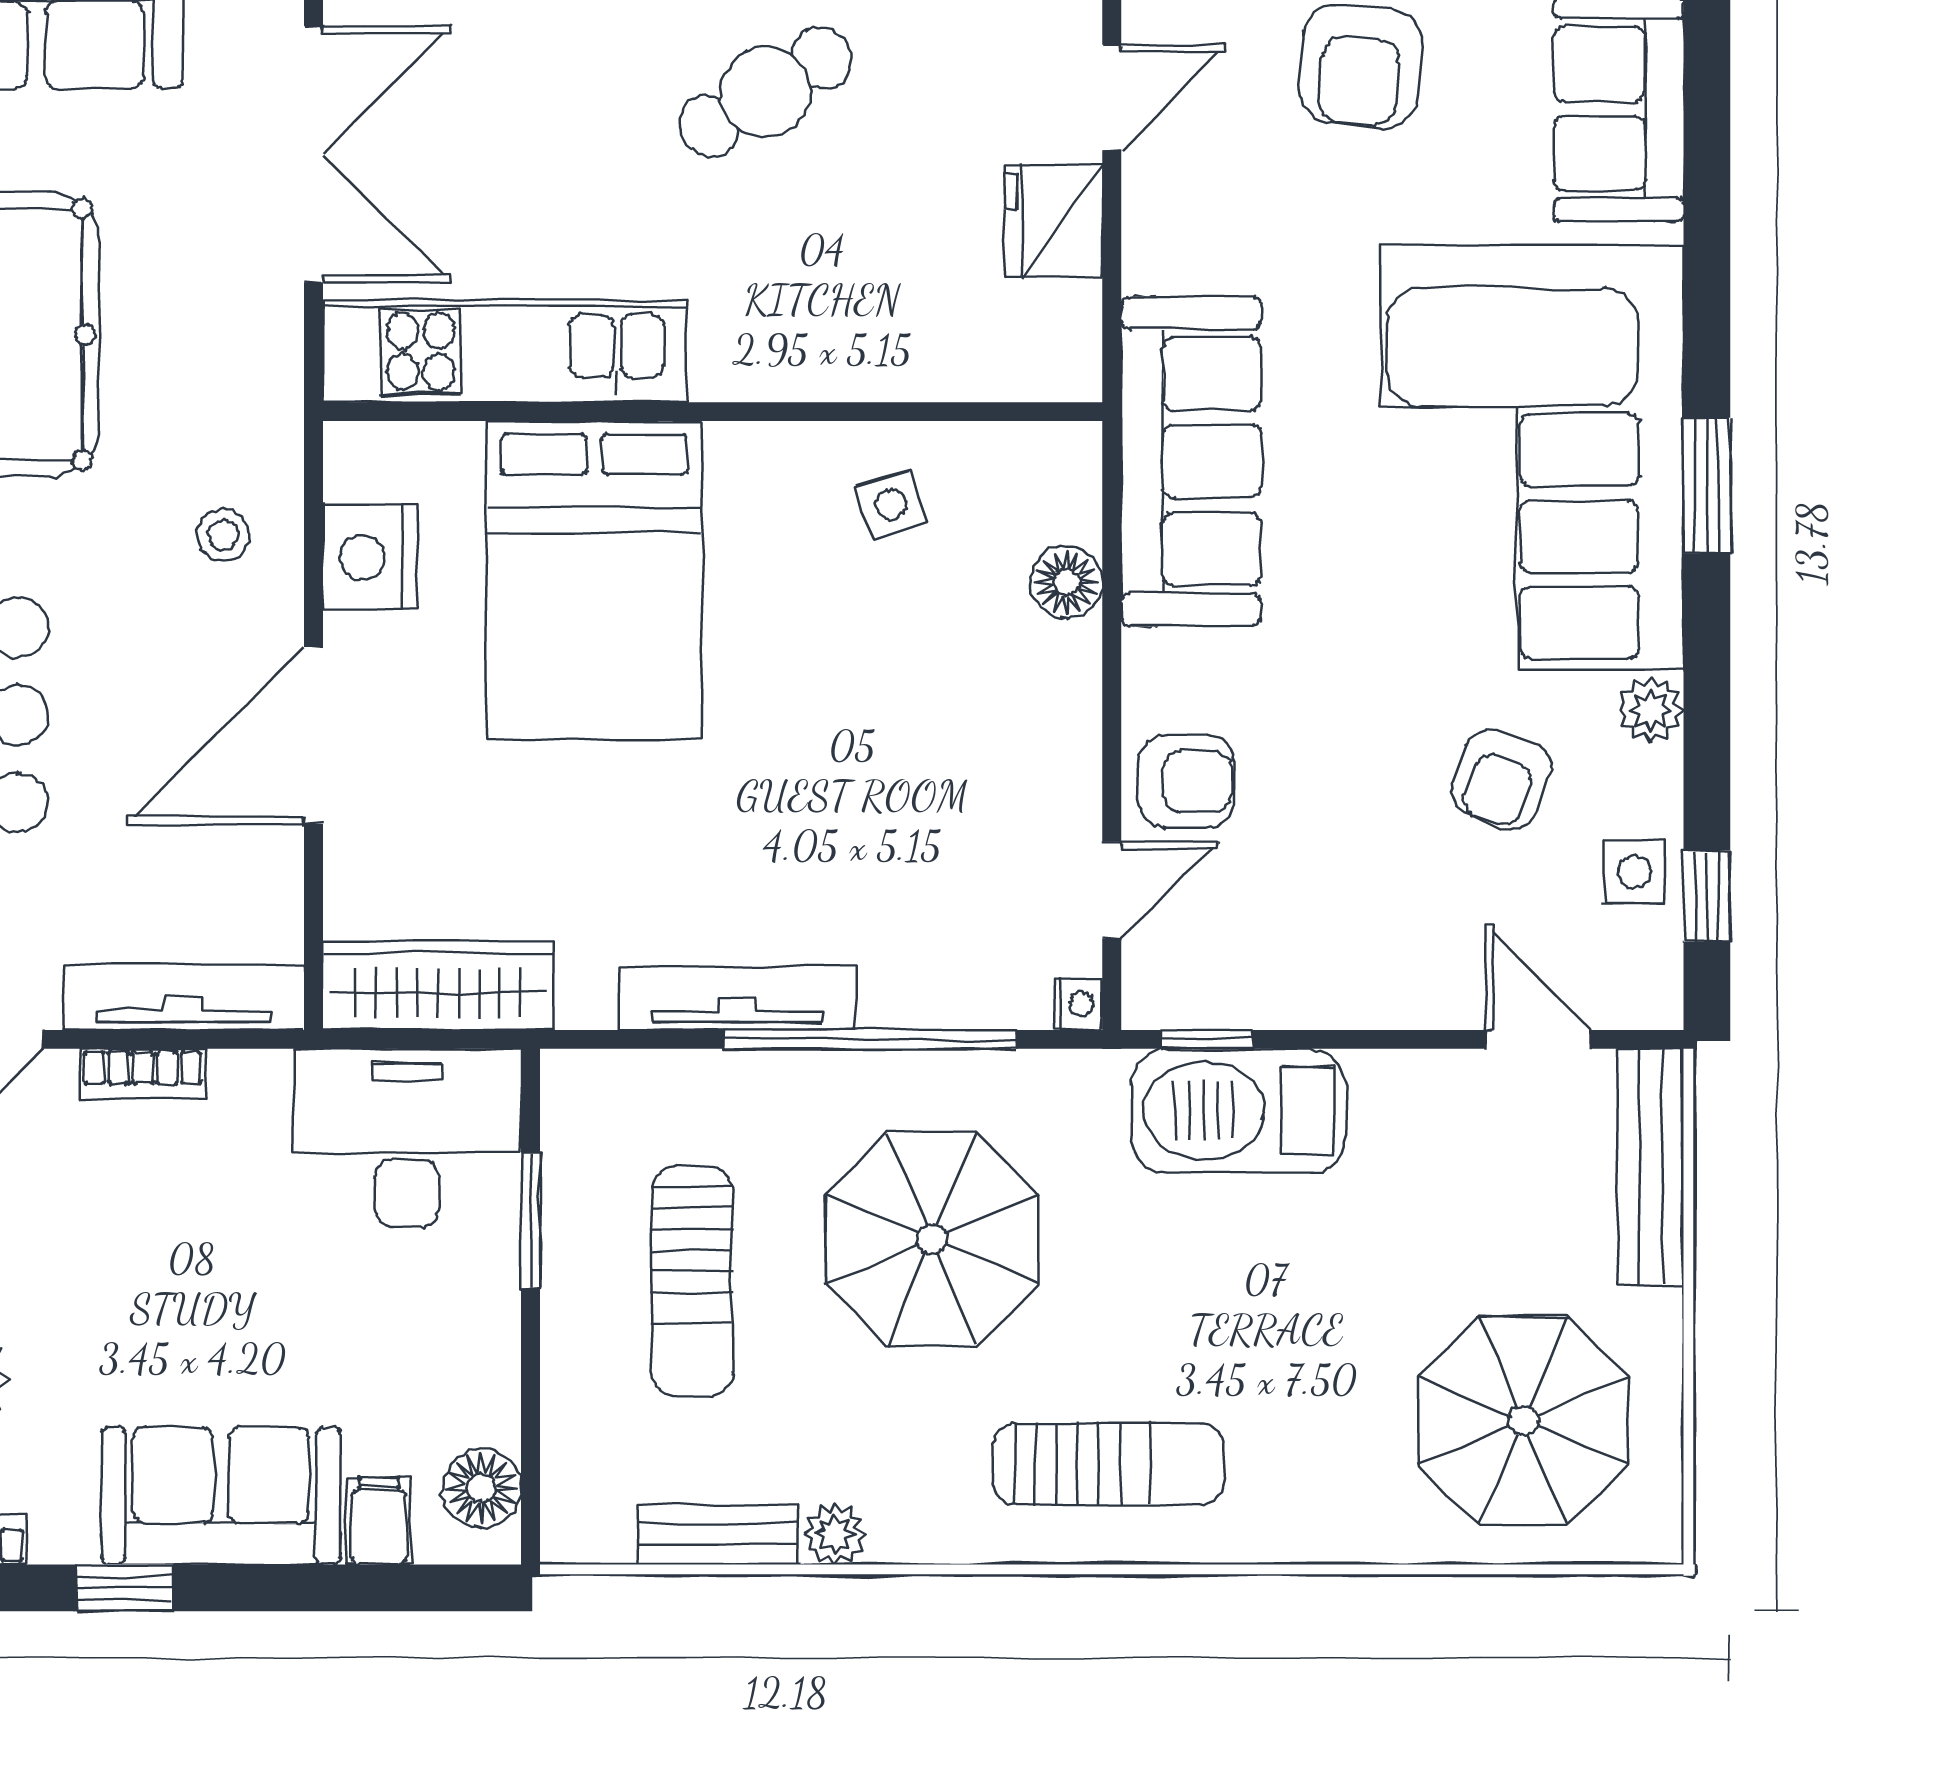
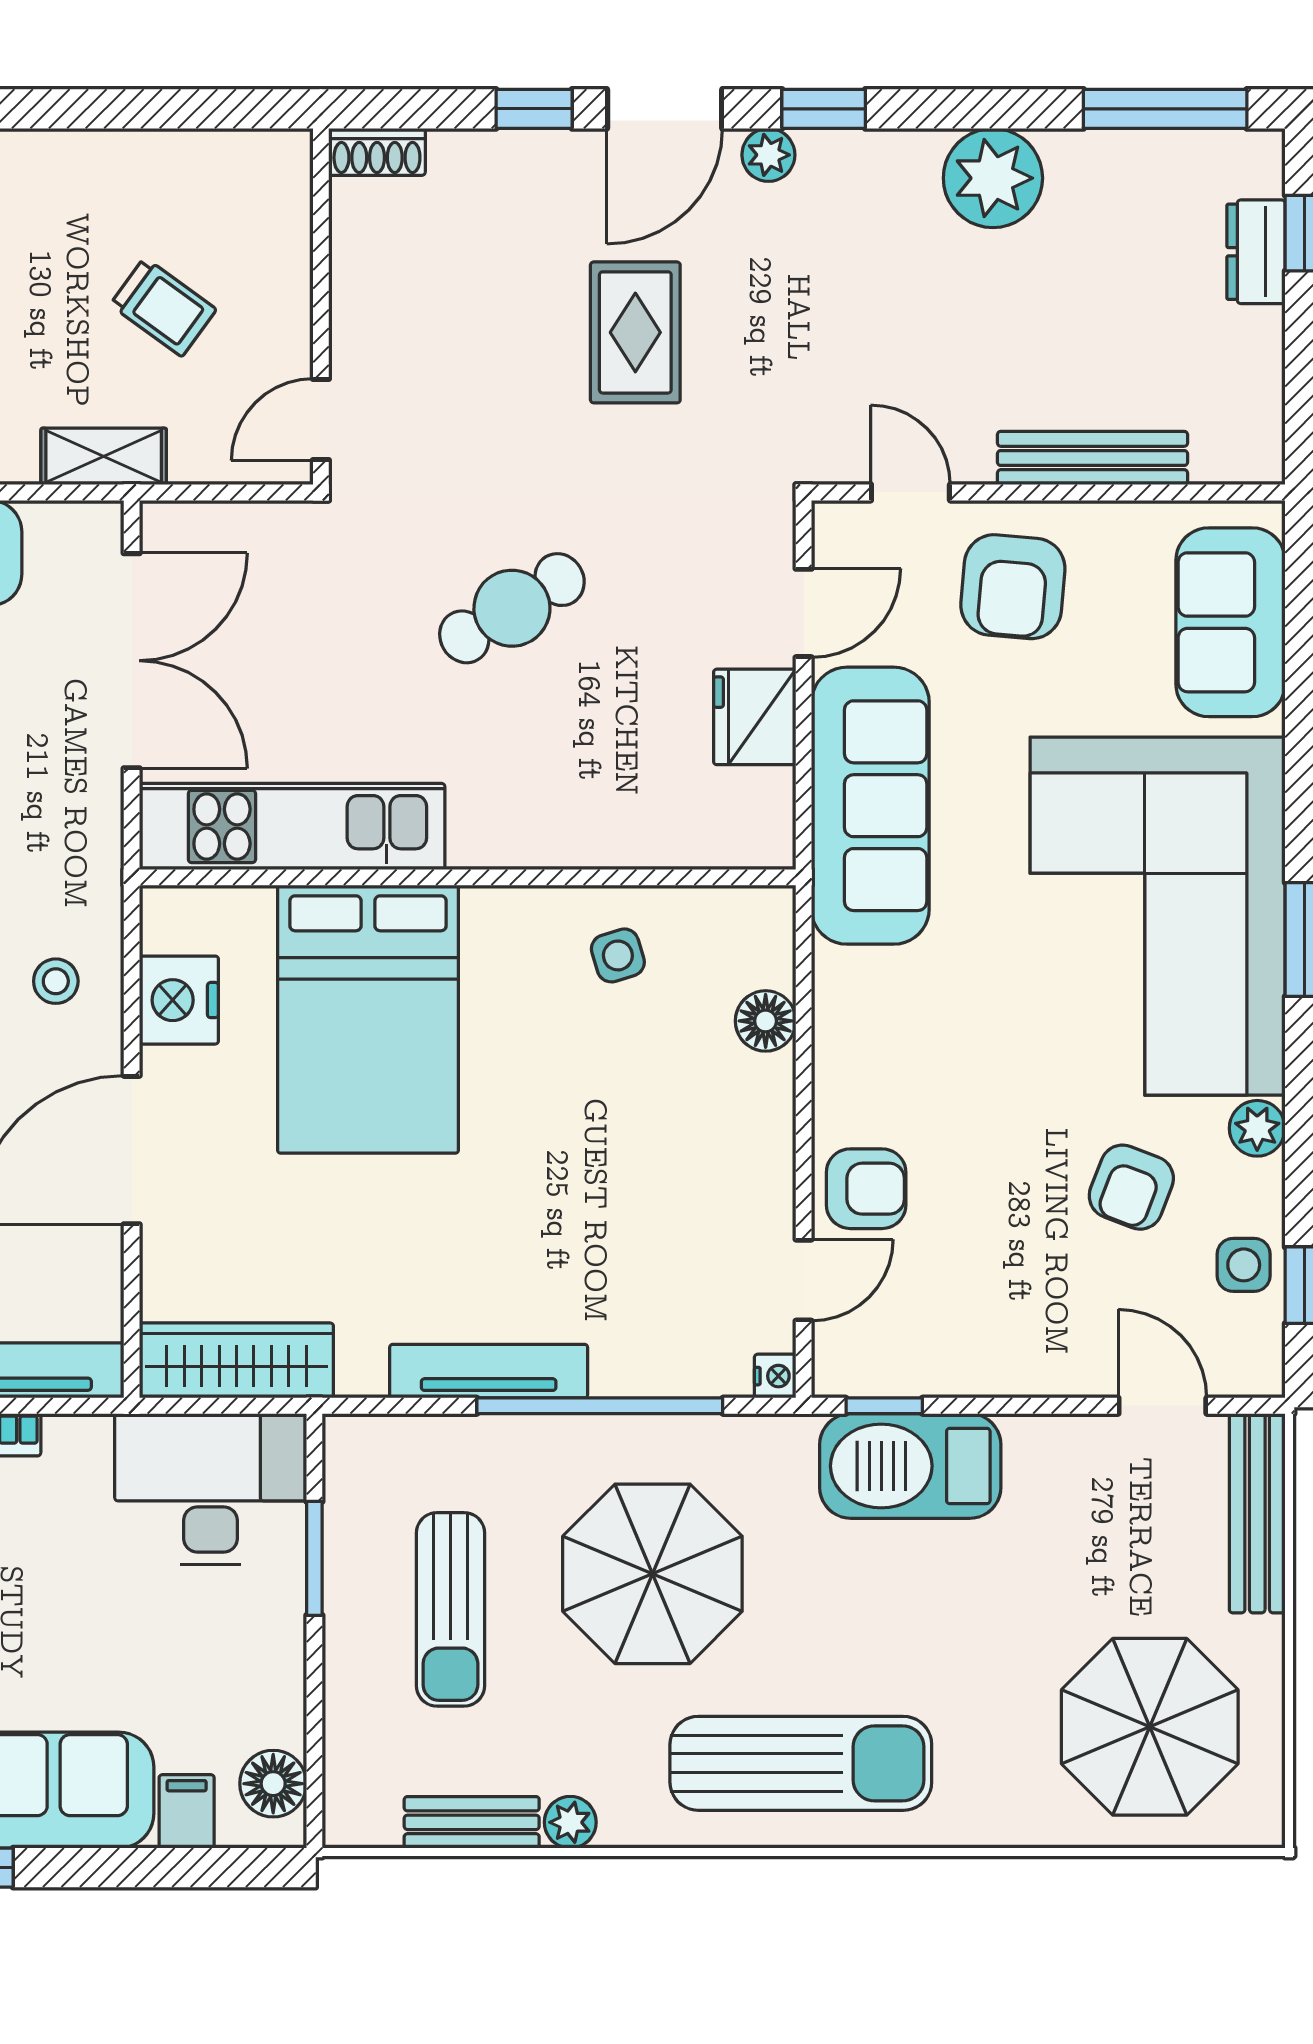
sofa: (1191, 461) -> (870, 806), moved
sun lounger: (1108, 1464) -> (801, 1763), width x1.36, depth x1.34

